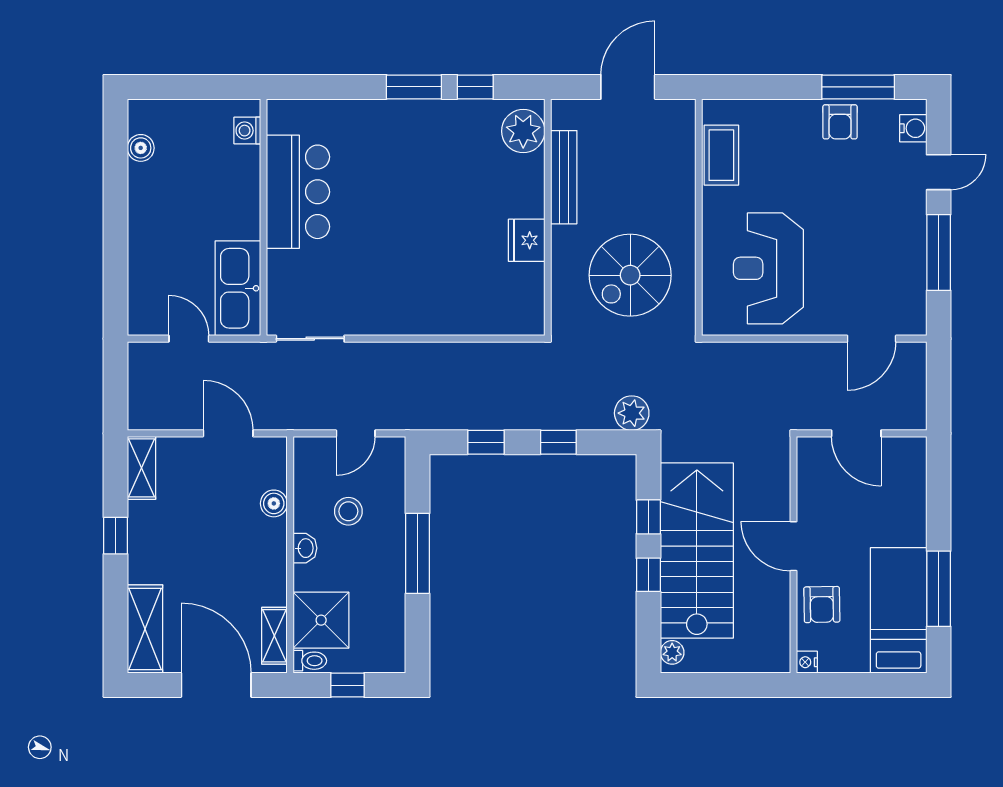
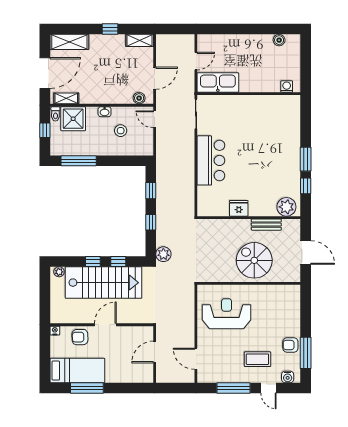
coffee table: (721, 155) -> (257, 359), moved
bench: (564, 177) -> (266, 225), width x0.73
bar counter: (298, 192) -> (211, 160), moved, turned -90
spiral stairs: (630, 275) -> (254, 260), moved
door: (356, 433) -> (155, 119), moved
boiler: (274, 503) -> (139, 98), moved
window: (418, 553) -> (79, 161), moved

